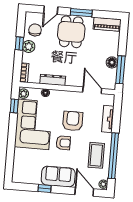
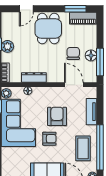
window: (81, 13) -> (75, 9), moved
chair: (35, 30) -> (73, 53), moved

